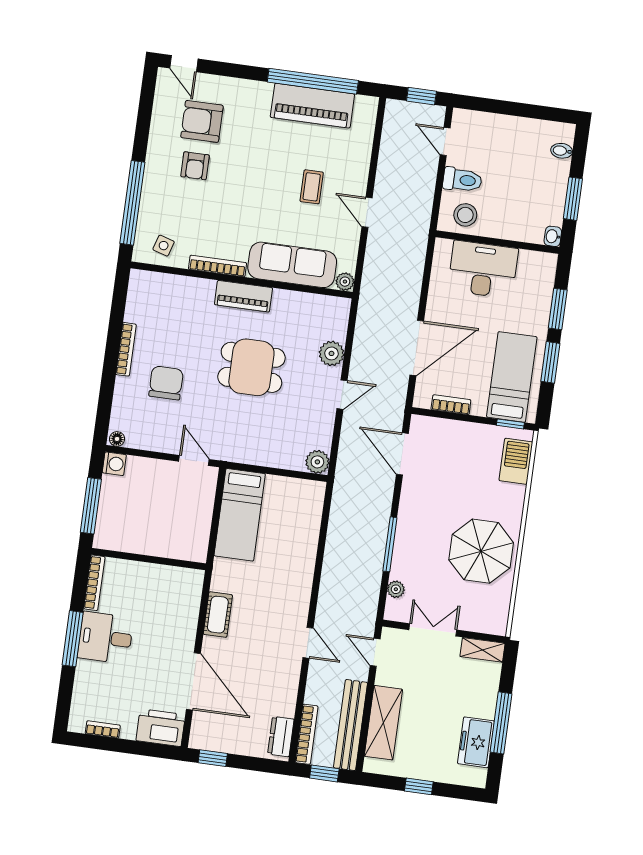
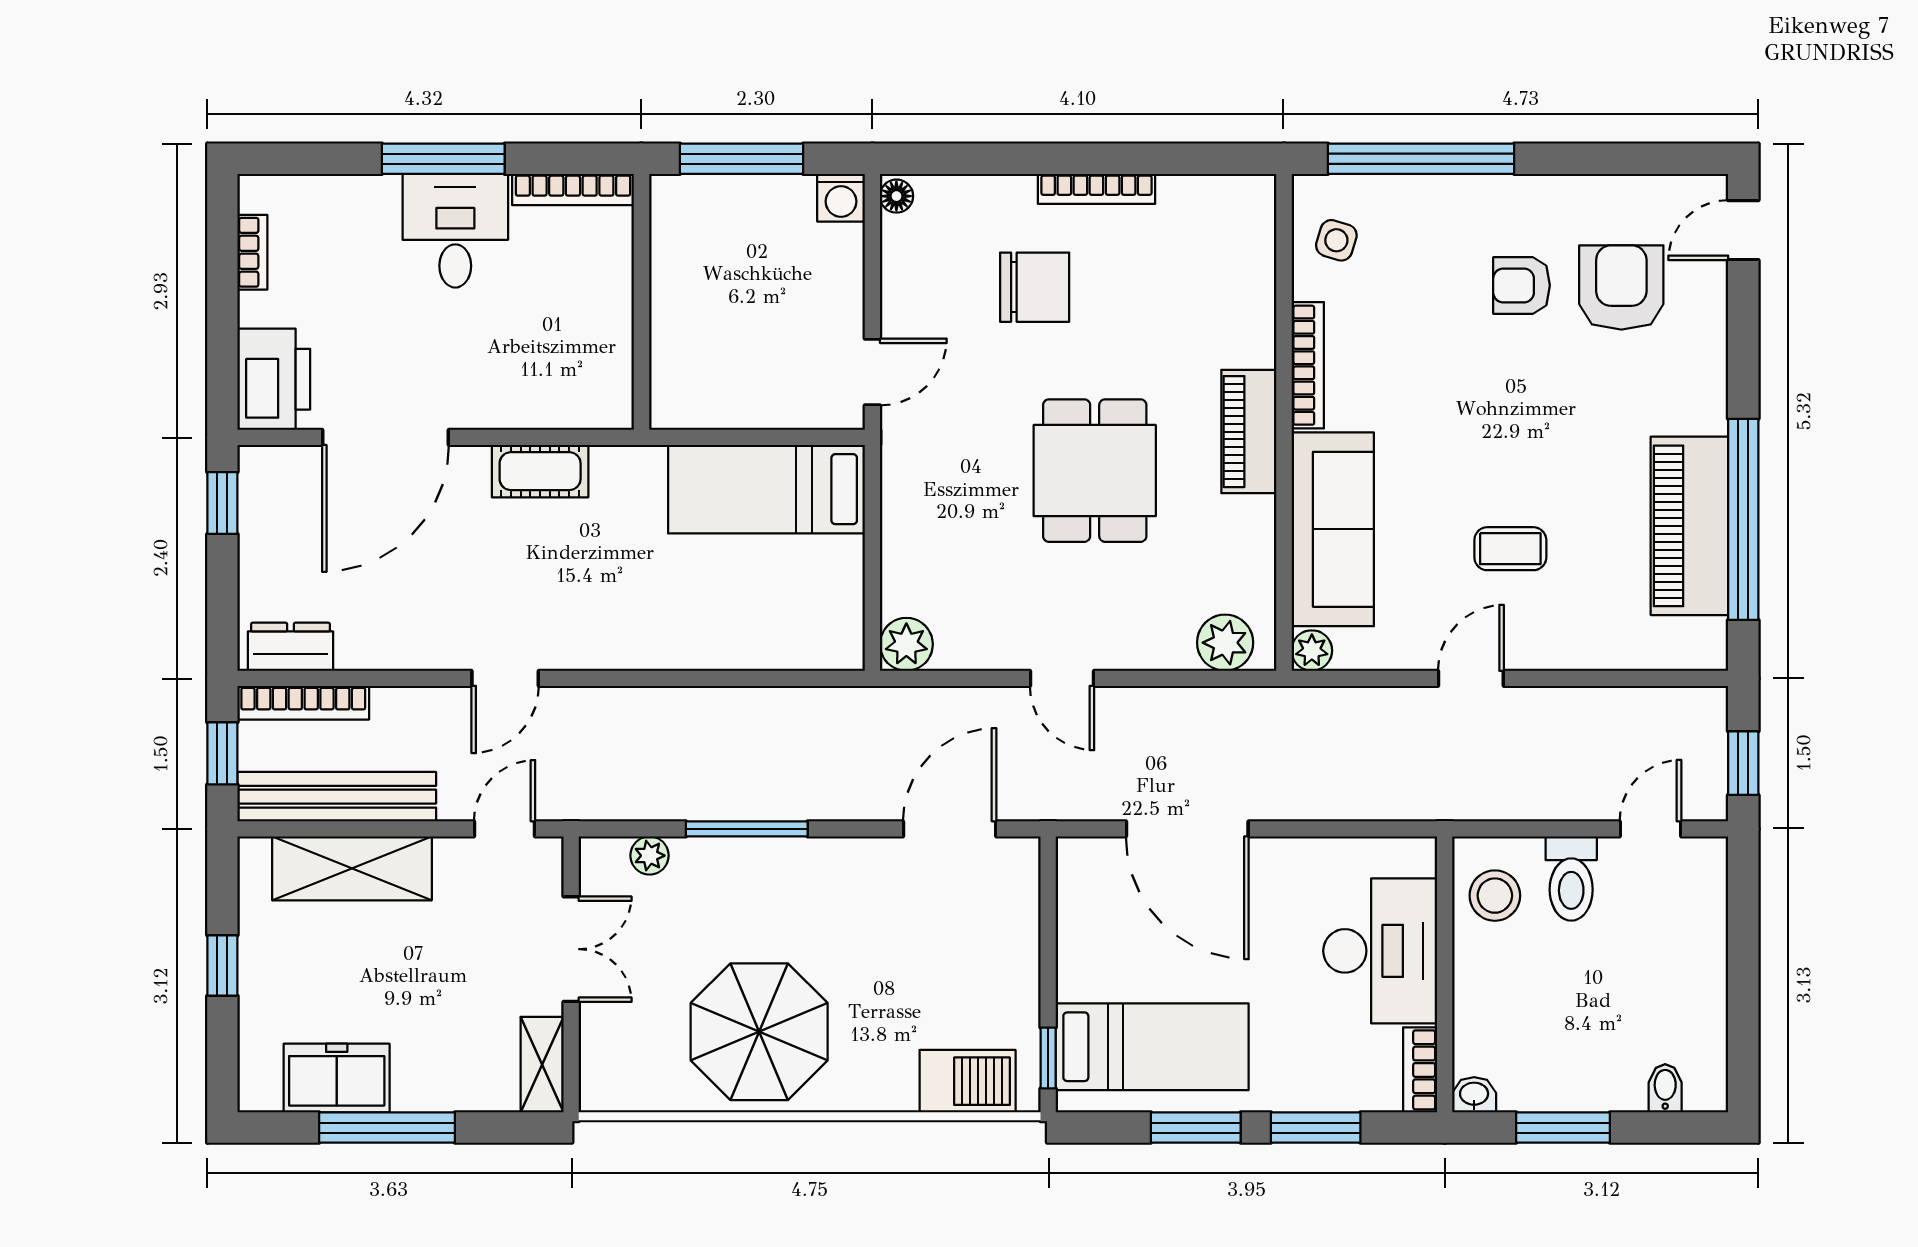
plant: (331, 353) -> (1225, 643), moved
bookcase: (451, 405) -> (1420, 1070), moved, turned 180

